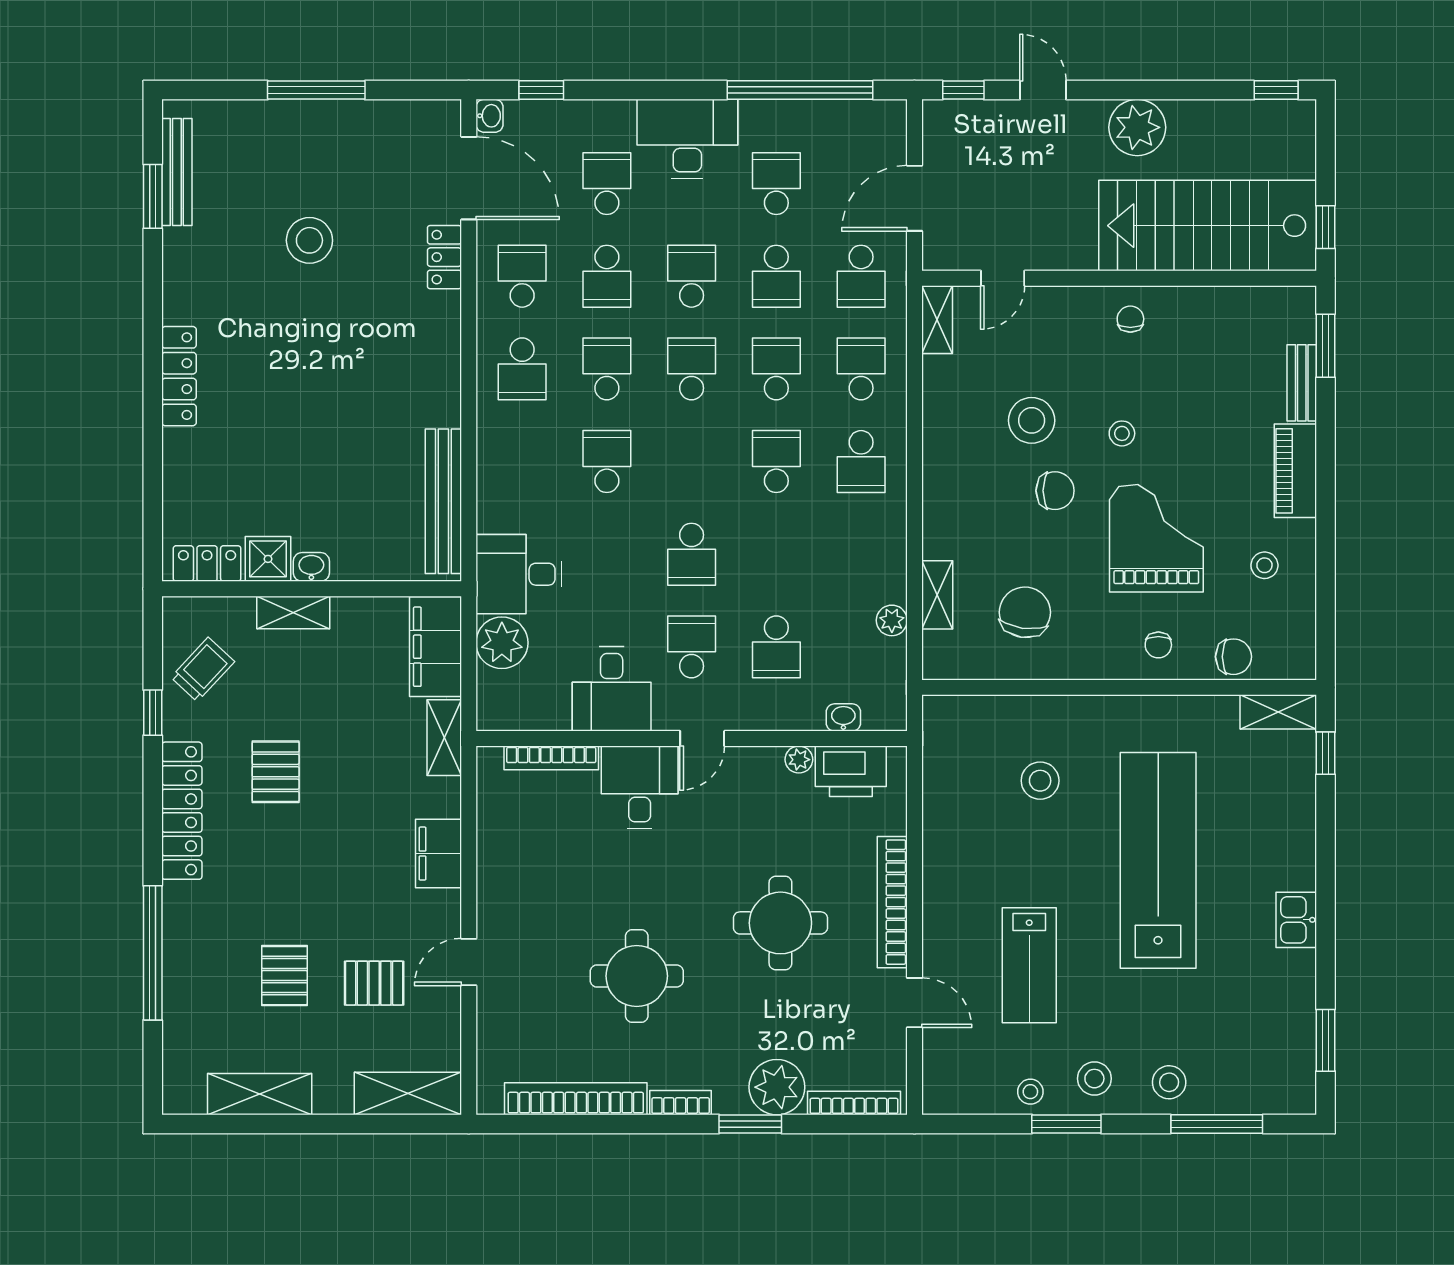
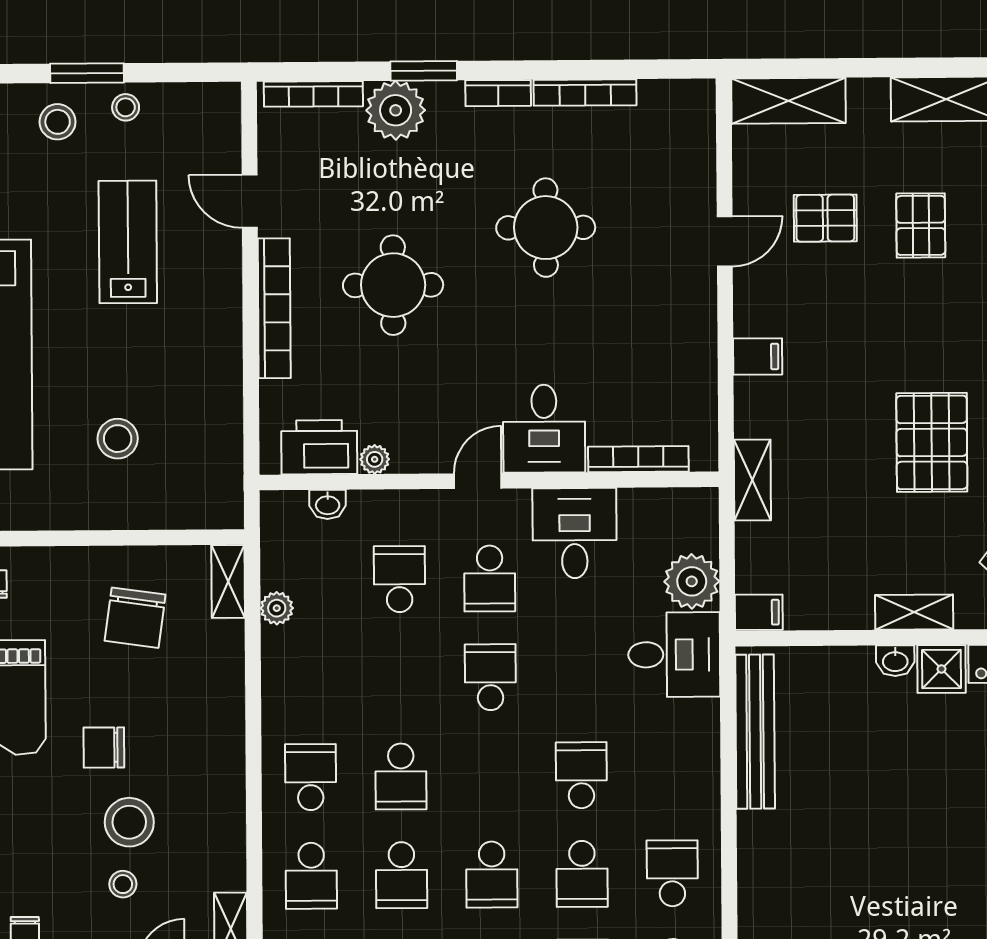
stool: (1122, 433) -> (123, 884), moved
school desk: (607, 462) -> (581, 775), turned 180
shelving: (937, 595) -> (228, 581), moved
filing cabinet: (435, 647) -> (759, 612), width x0.33, depth x0.86
pallet: (276, 772) -> (932, 442), width x1.50, depth x1.42
filing cabinet: (439, 854) -> (758, 357), width x0.50
bookcase: (576, 1099) -> (585, 93), width x0.68, depth x0.76

